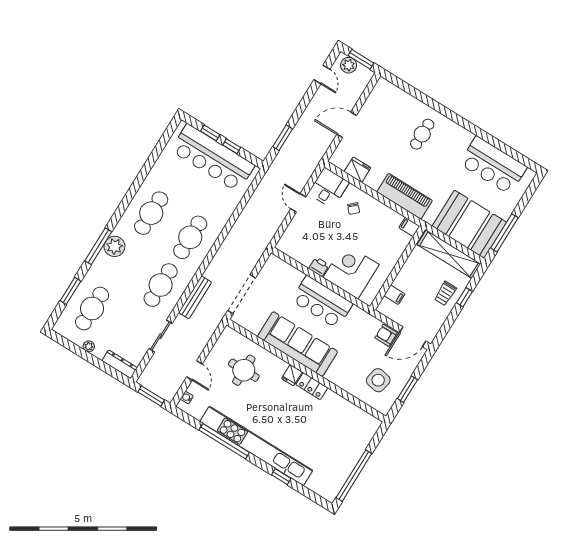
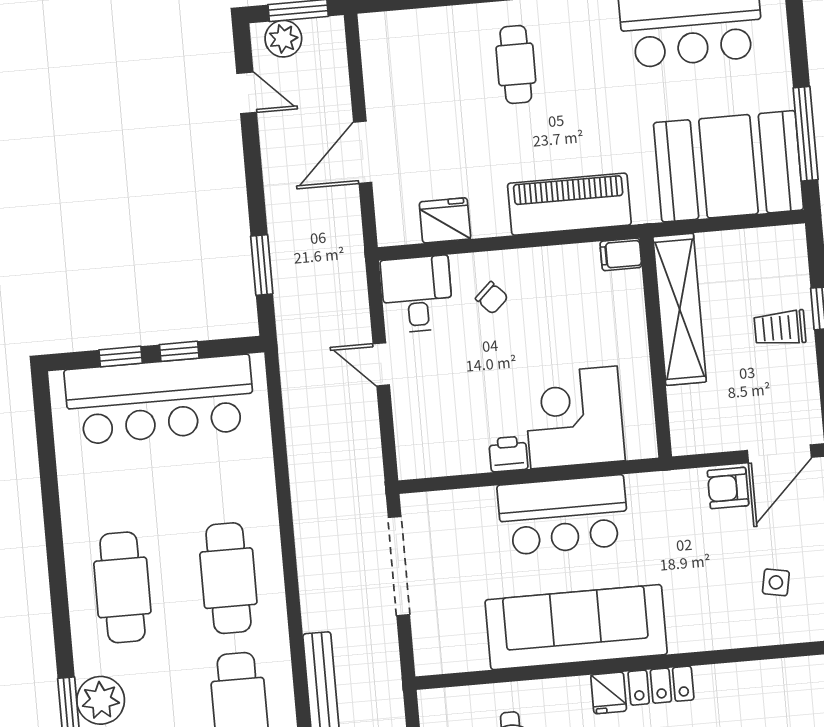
shelving: (449, 254) -> (680, 309), moved, turned 90
trolley: (445, 293) -> (780, 328), turned 90
doorway: (242, 294) -> (399, 566), moved
filing cabinet: (394, 295) -> (687, 401), removed
side table: (378, 380) -> (776, 582), width x0.54, depth x0.54

